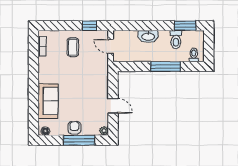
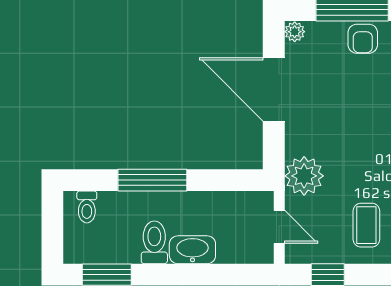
toilet: (176, 40) -> (154, 242), moved
plant: (100, 68) -> (304, 176), added
door: (113, 106) -> (274, 89), width x1.87

